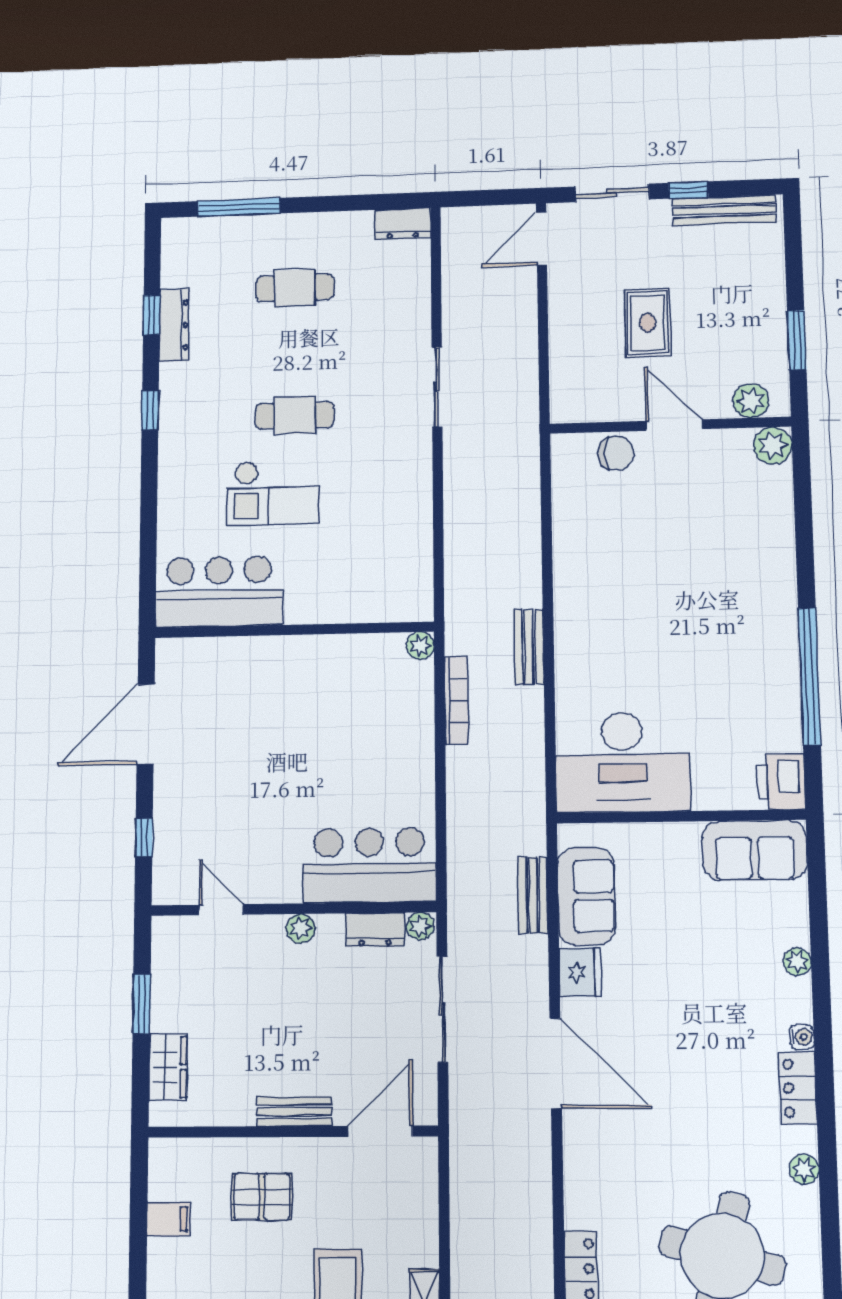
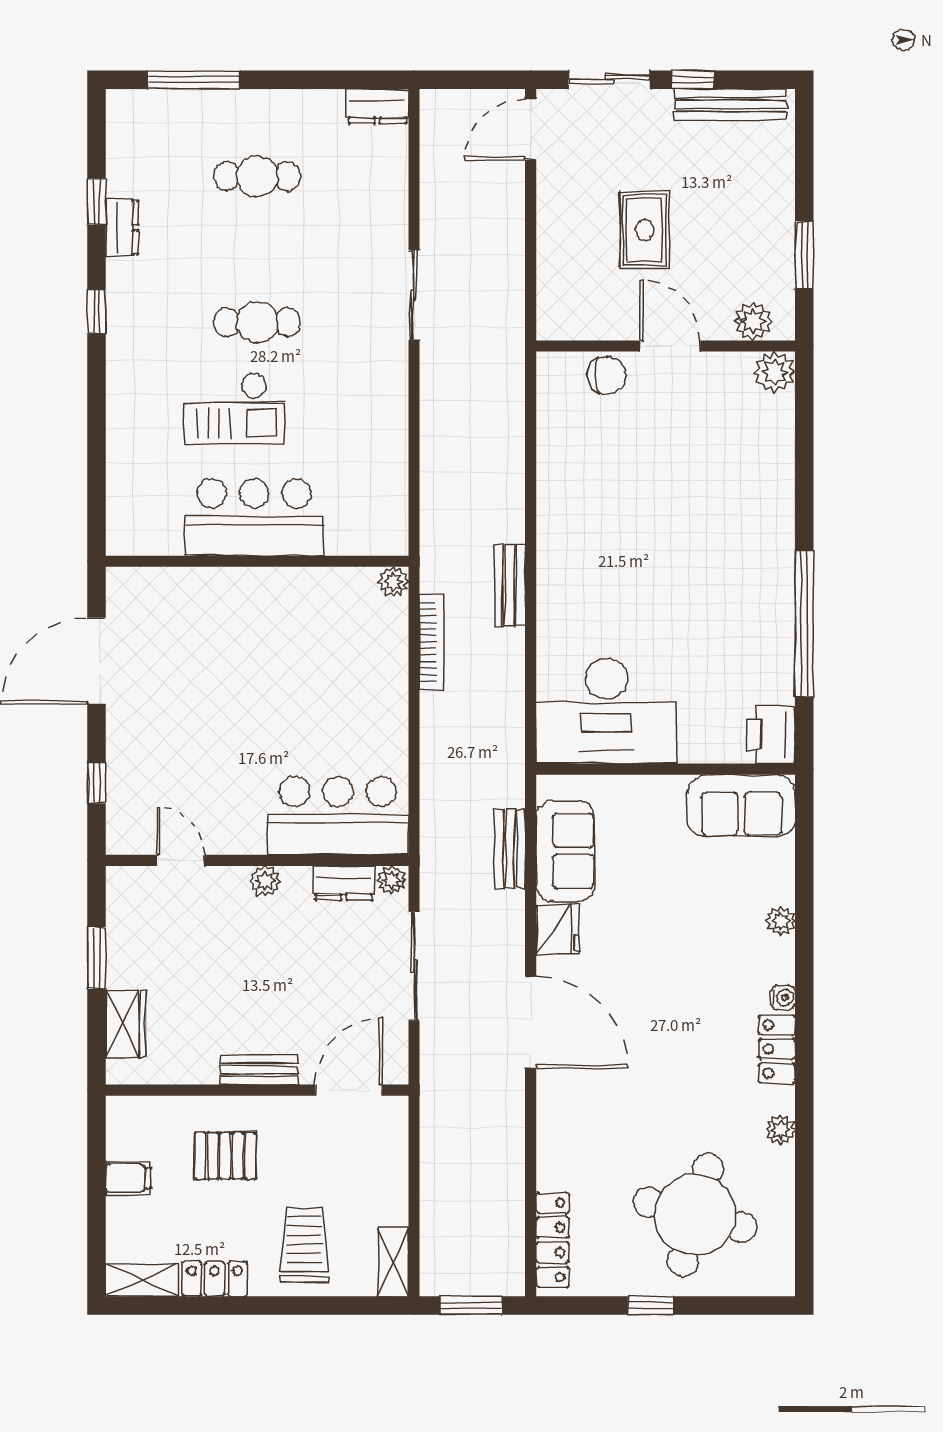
dresser: (174, 325) -> (122, 227), width x0.70
bar counter: (219, 592) -> (254, 517), moved

